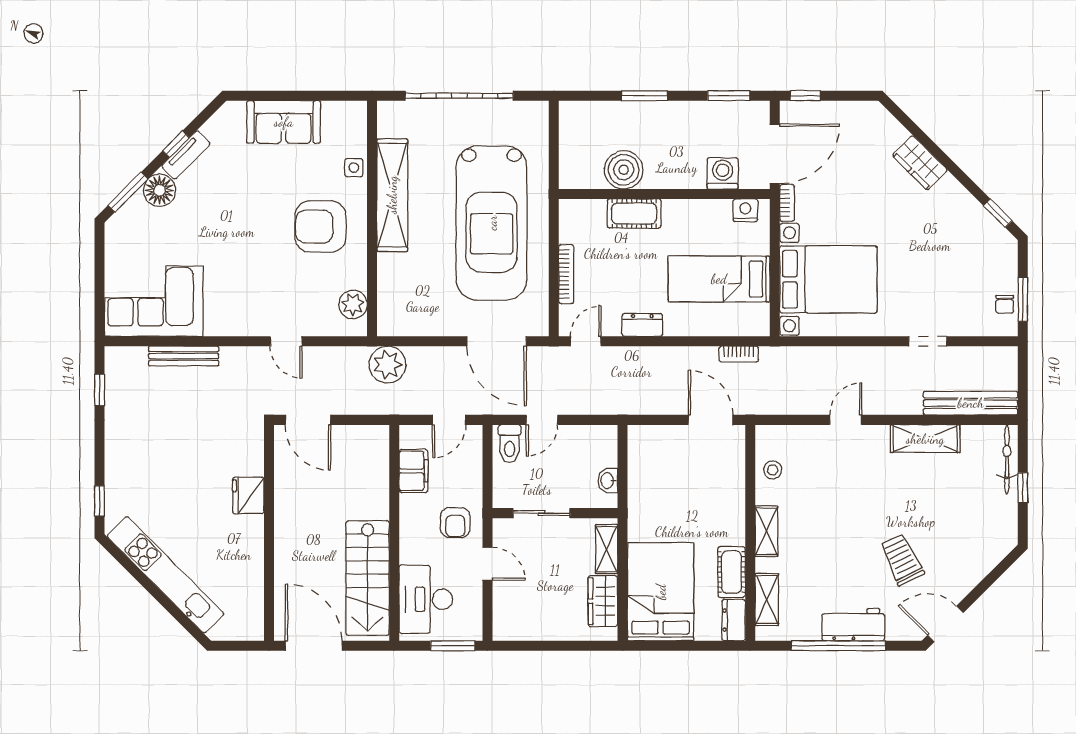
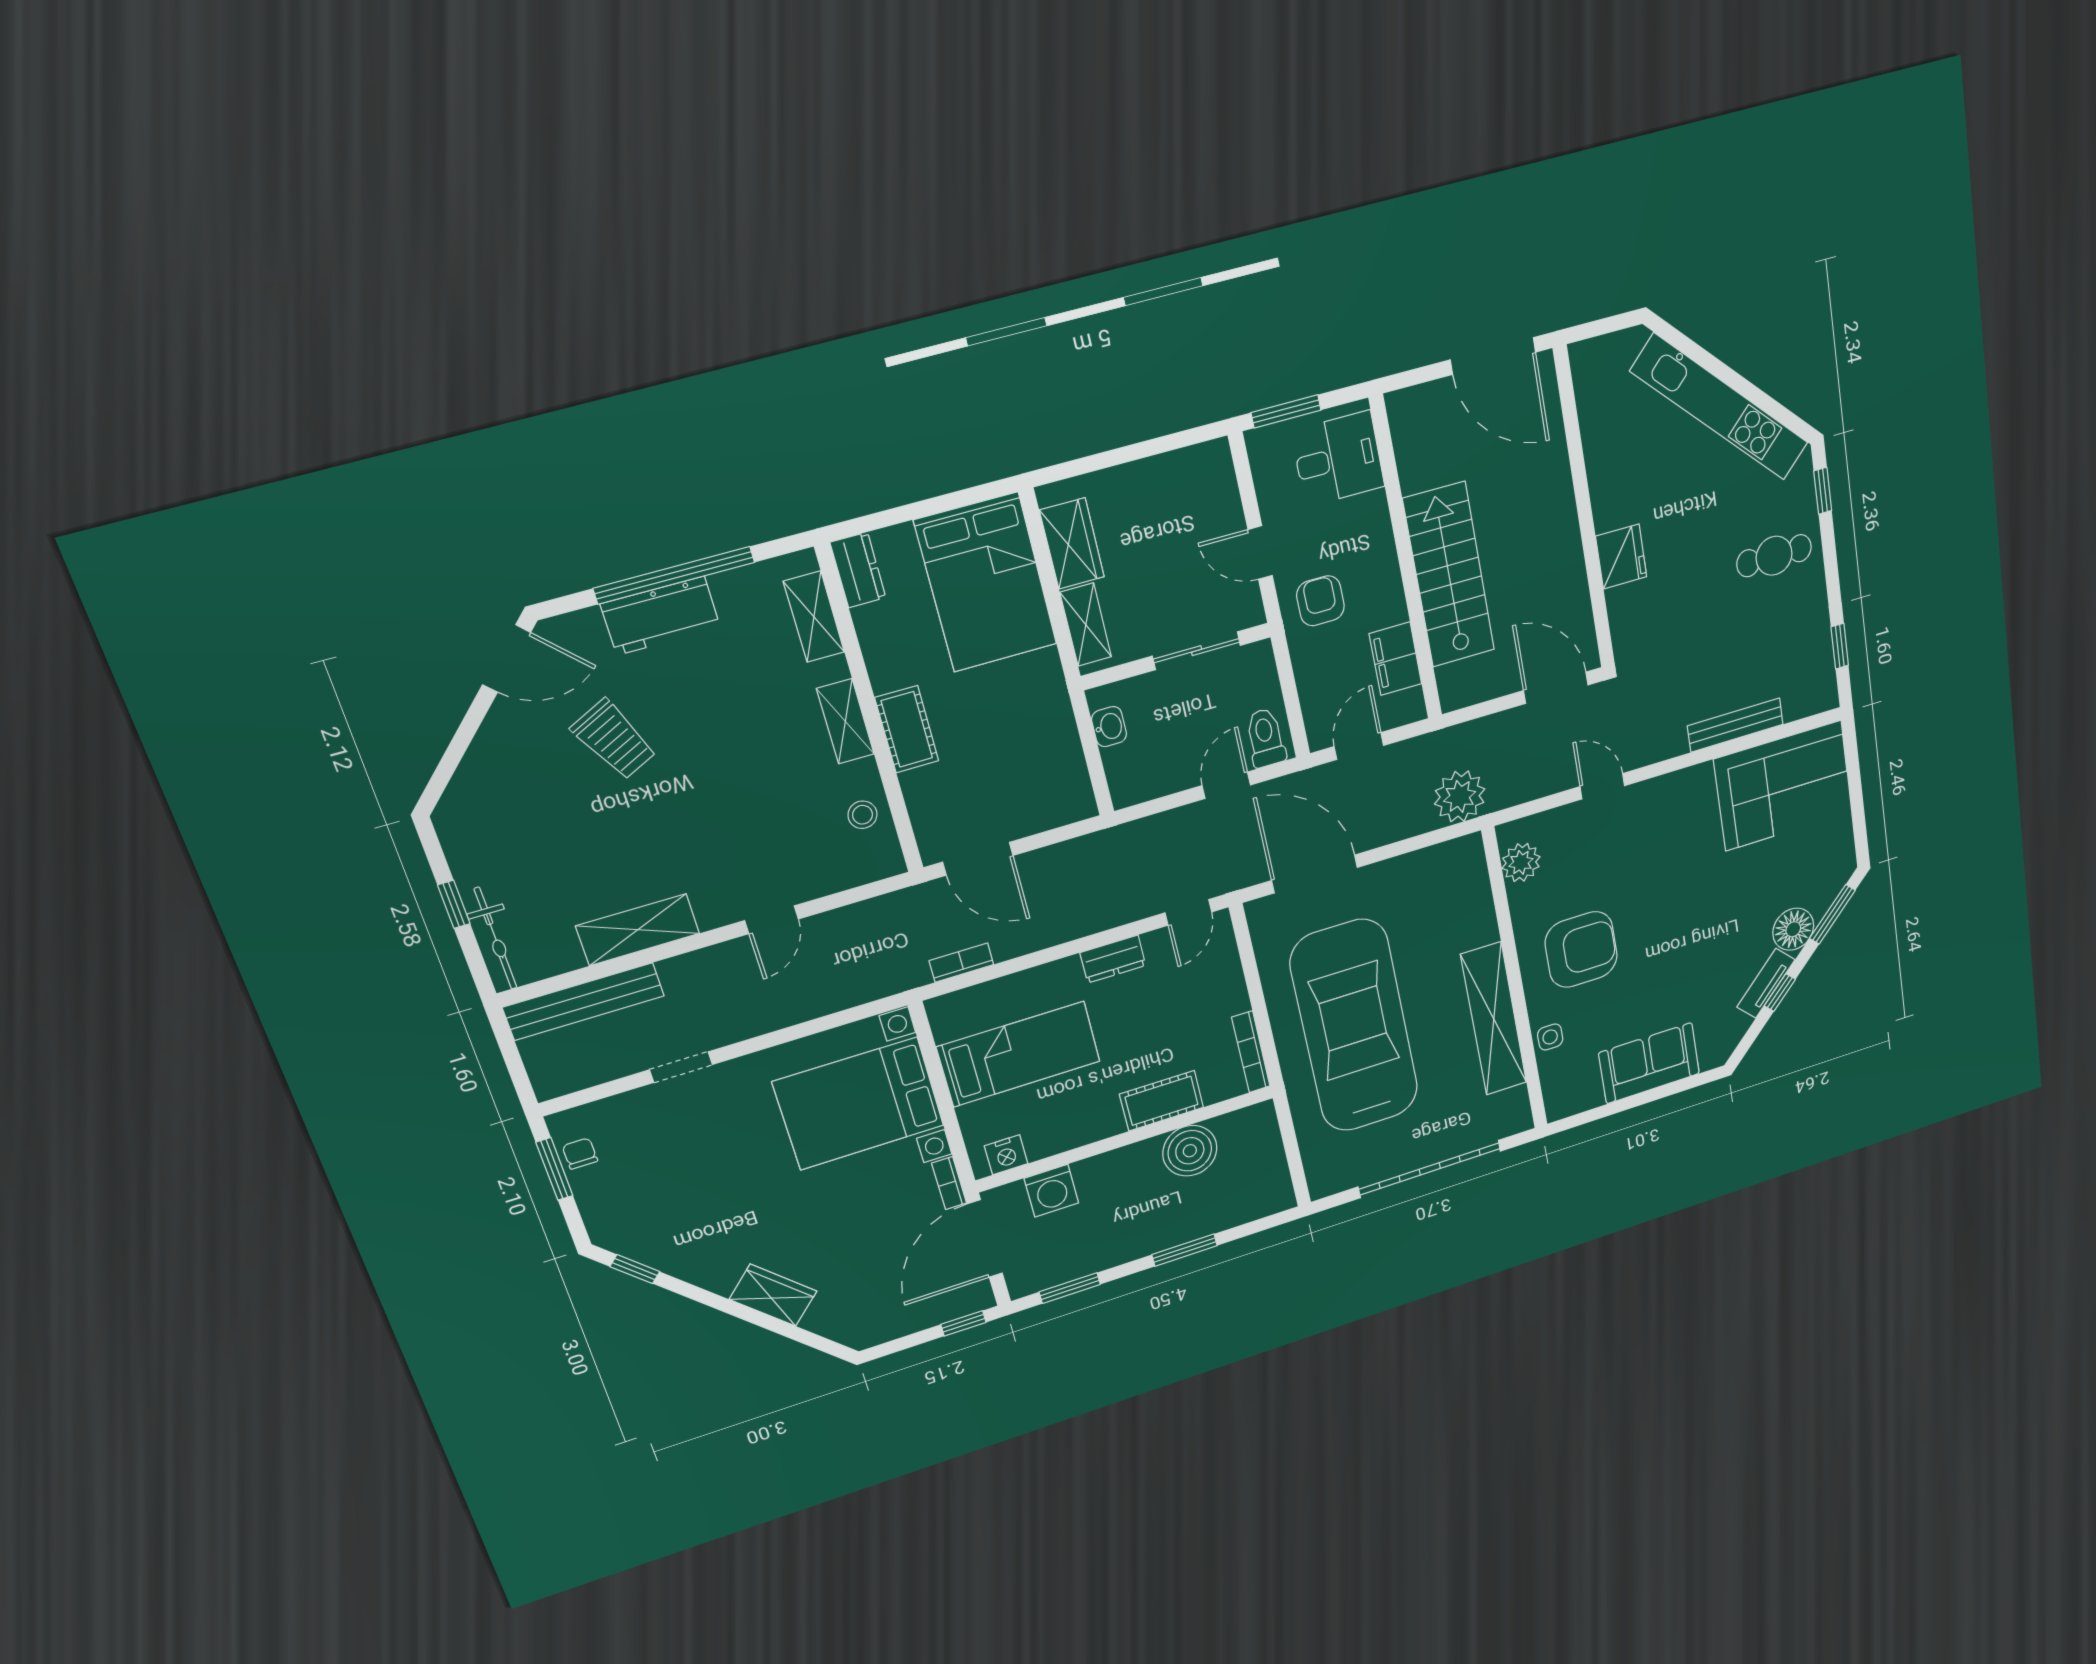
bookcase: (566, 274) -> (1251, 1052), moved
cafe table: (140, 466) -> (1774, 556), added
cot: (732, 572) -> (907, 729), moved
stairs: (368, 578) -> (1449, 575), moved
desk: (426, 599) -> (1338, 459), width x0.73

